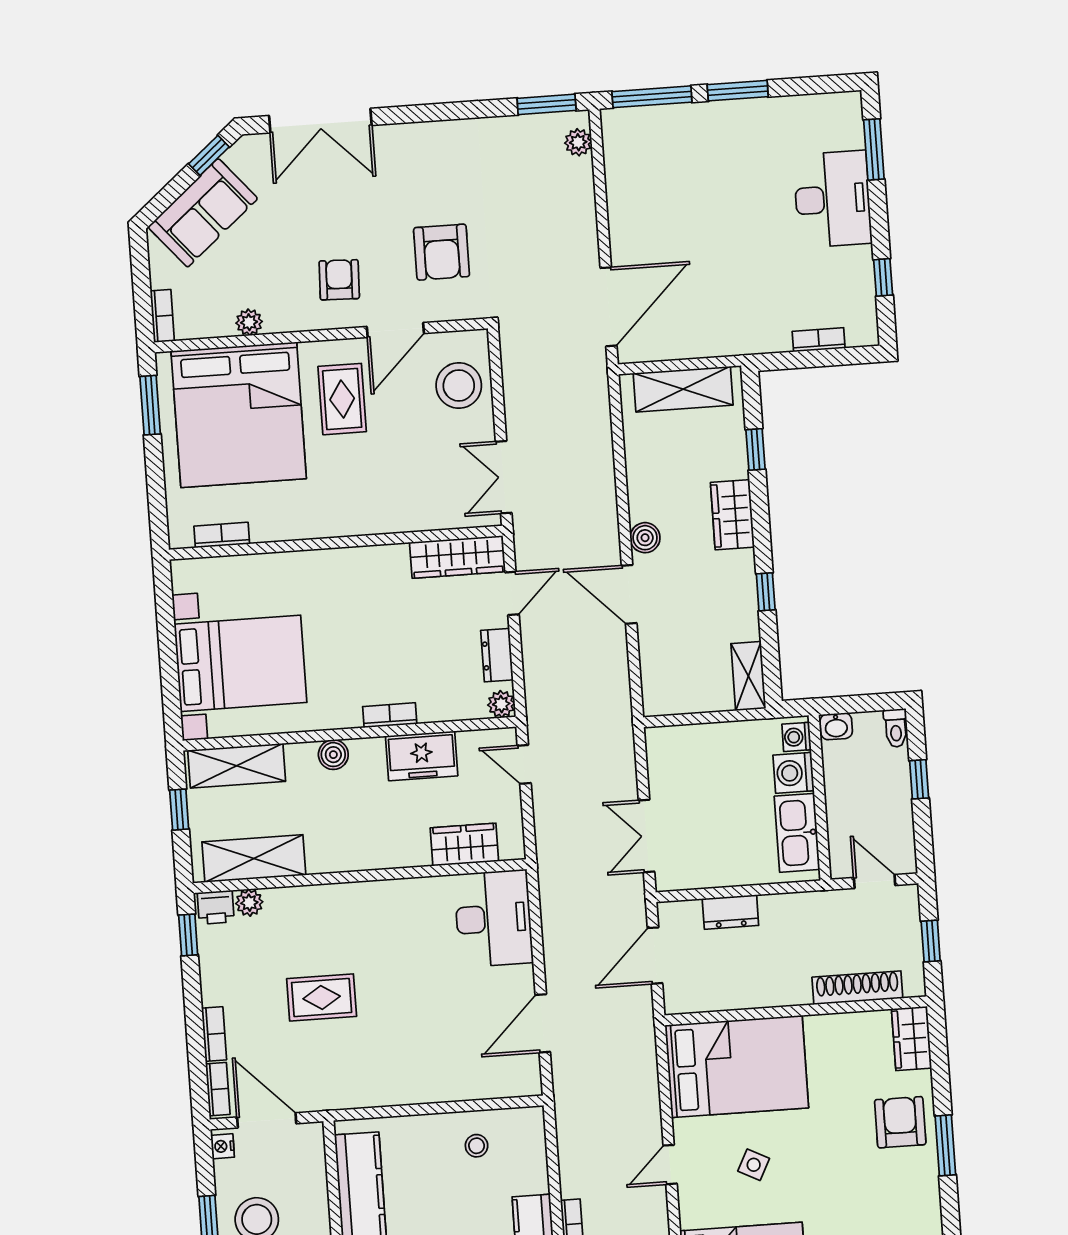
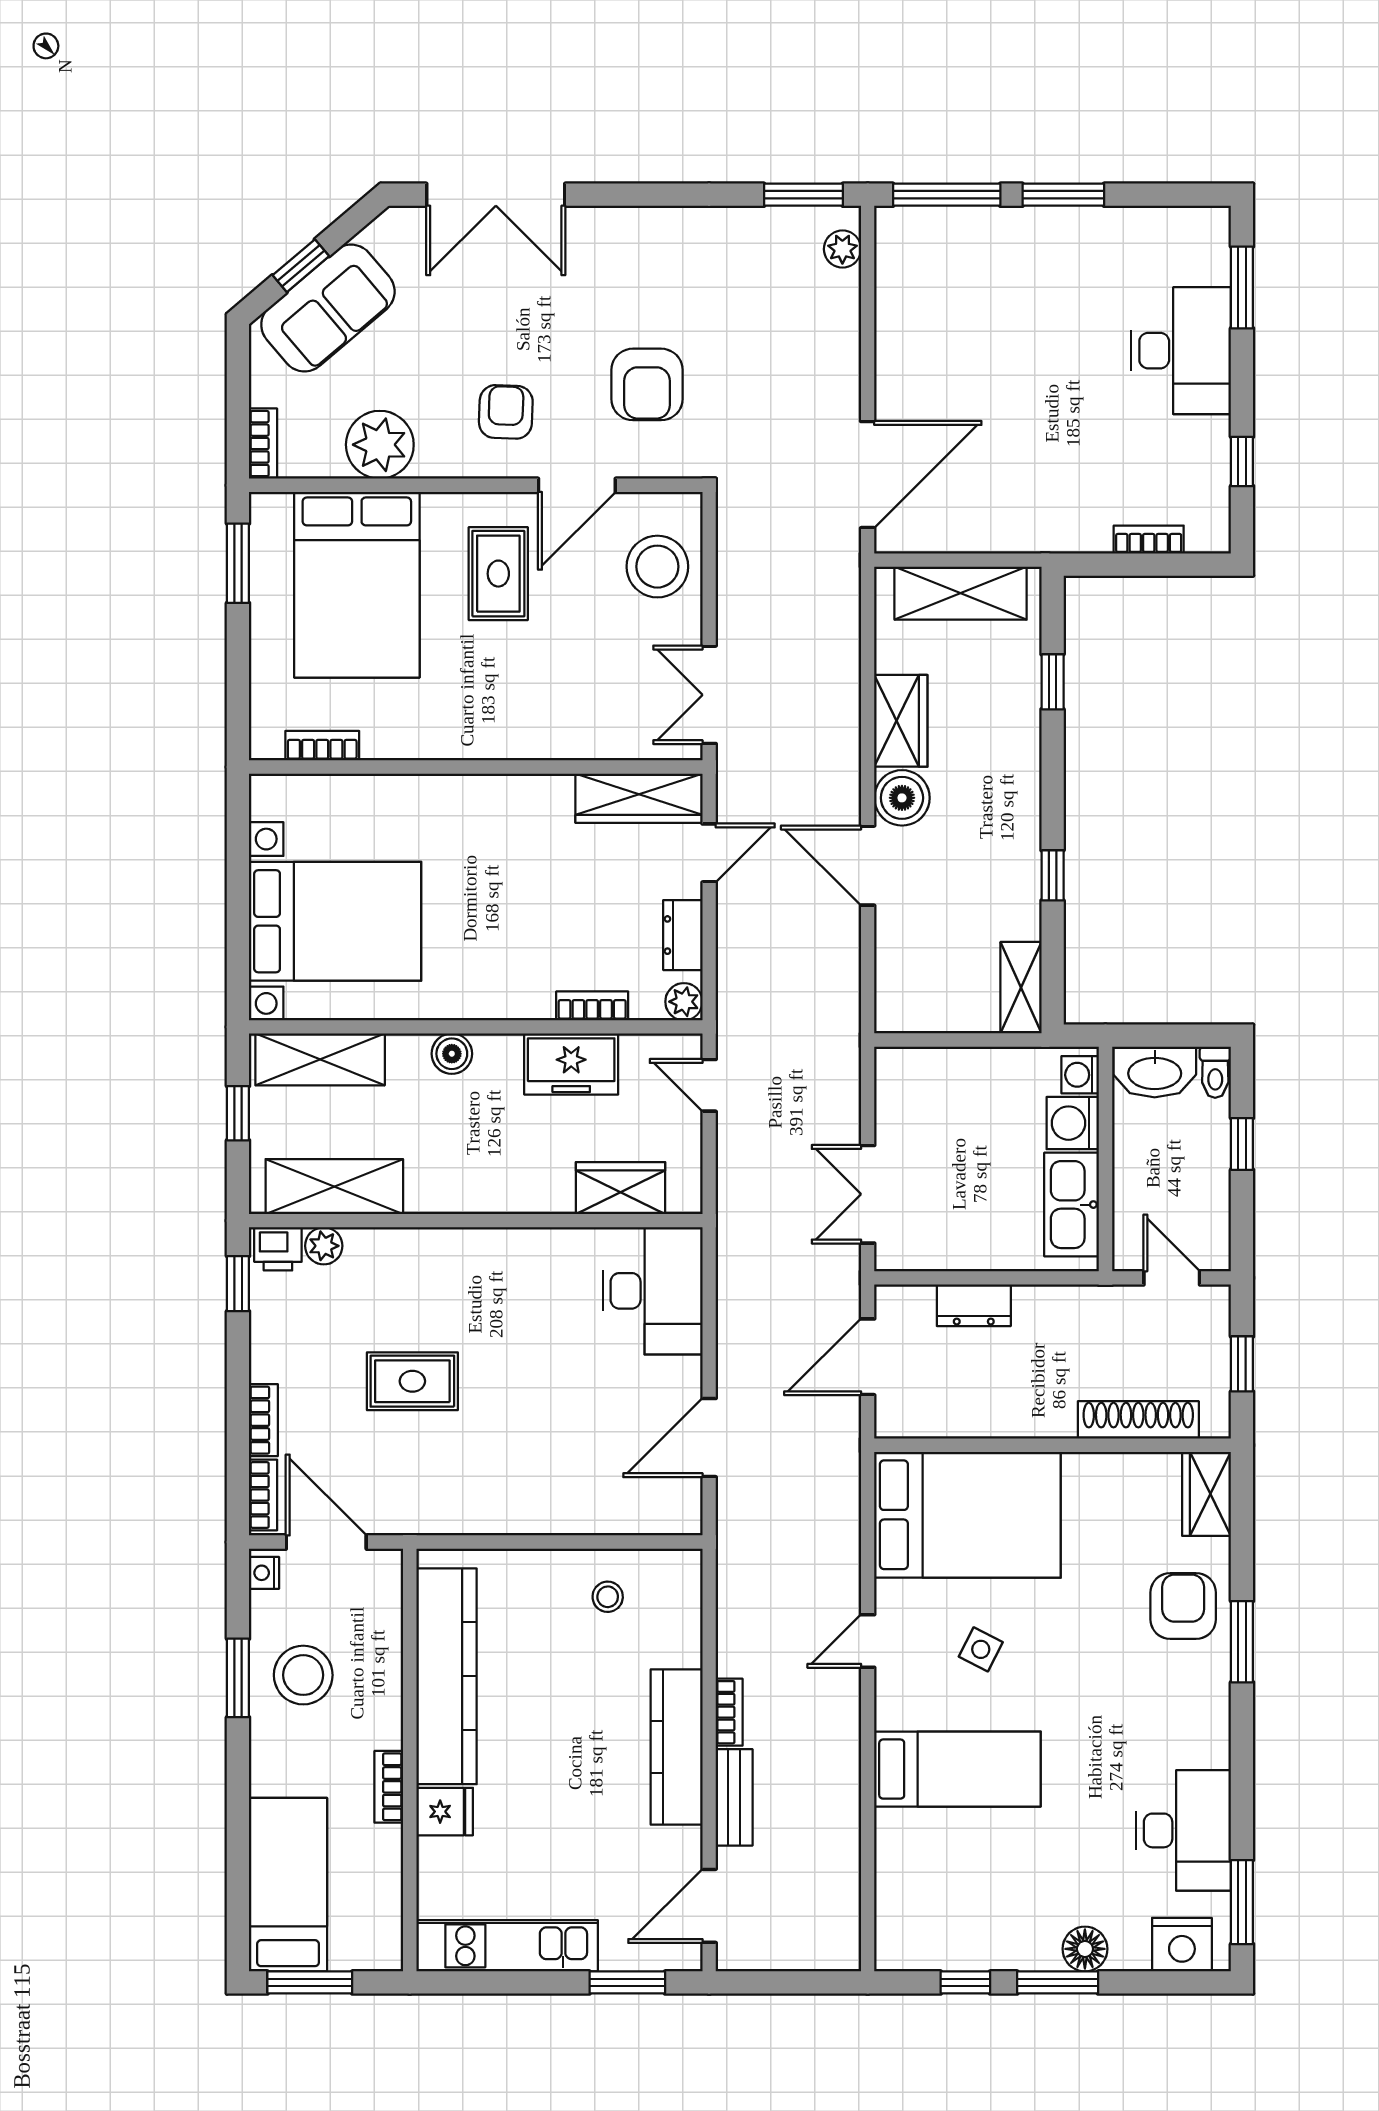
window: (209, 155) -> (301, 266), moved
plant: (249, 322) -> (380, 445), width x1.88, depth x1.88
bed: (239, 415) -> (357, 585), width x0.73
wardrobe: (732, 515) -> (901, 721), moved, turned 180
boiler: (645, 538) -> (902, 798), width x1.36, depth x1.36
bookcase: (390, 715) -> (592, 1006), moved
washbasin: (836, 726) -> (1155, 1072), width x1.91, depth x1.45

